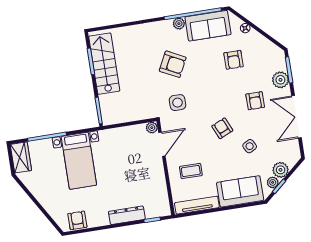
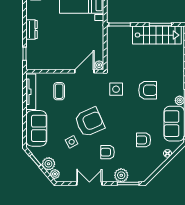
armchair: (173, 64) -> (148, 90), turned -117
double door: (296, 117) -> (89, 183), width x0.73
armchair: (222, 128) -> (89, 122), width x1.88, depth x1.88
door: (162, 144) -> (84, 71), swing flipped
plant: (273, 182) -> (55, 174), moved
dresser: (127, 215) -> (31, 29), width x0.70

